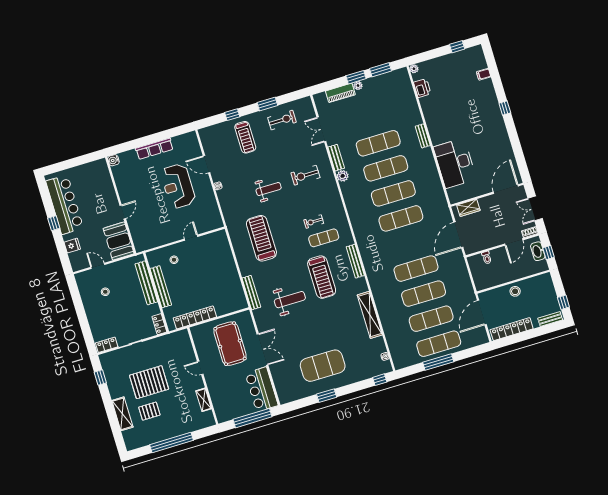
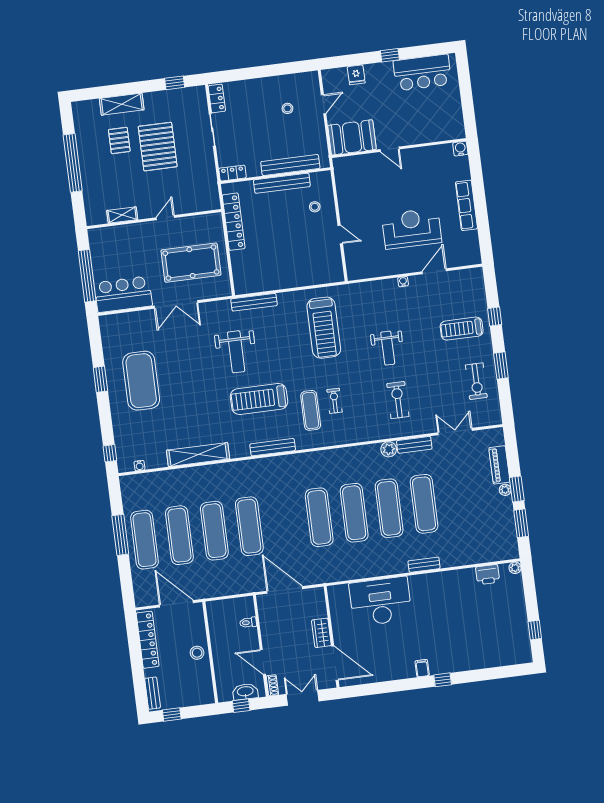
filing cabinet: (484, 74) -> (422, 668), moved
bar counter: (65, 205) -> (422, 73), width x0.73
wardrobe: (468, 208) -> (321, 633), moved
treadmill: (261, 238) -> (324, 328), turned 90

